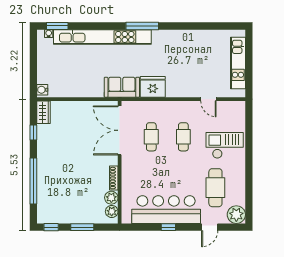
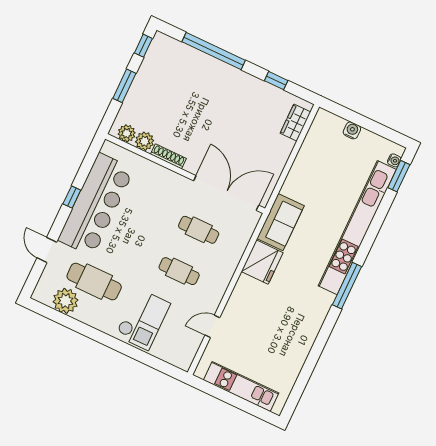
water cooler: (42, 90) -> (352, 130), moved
wardrobe: (44, 112) -> (295, 123), moved, turned 90
plant: (236, 215) -> (66, 301), moved

